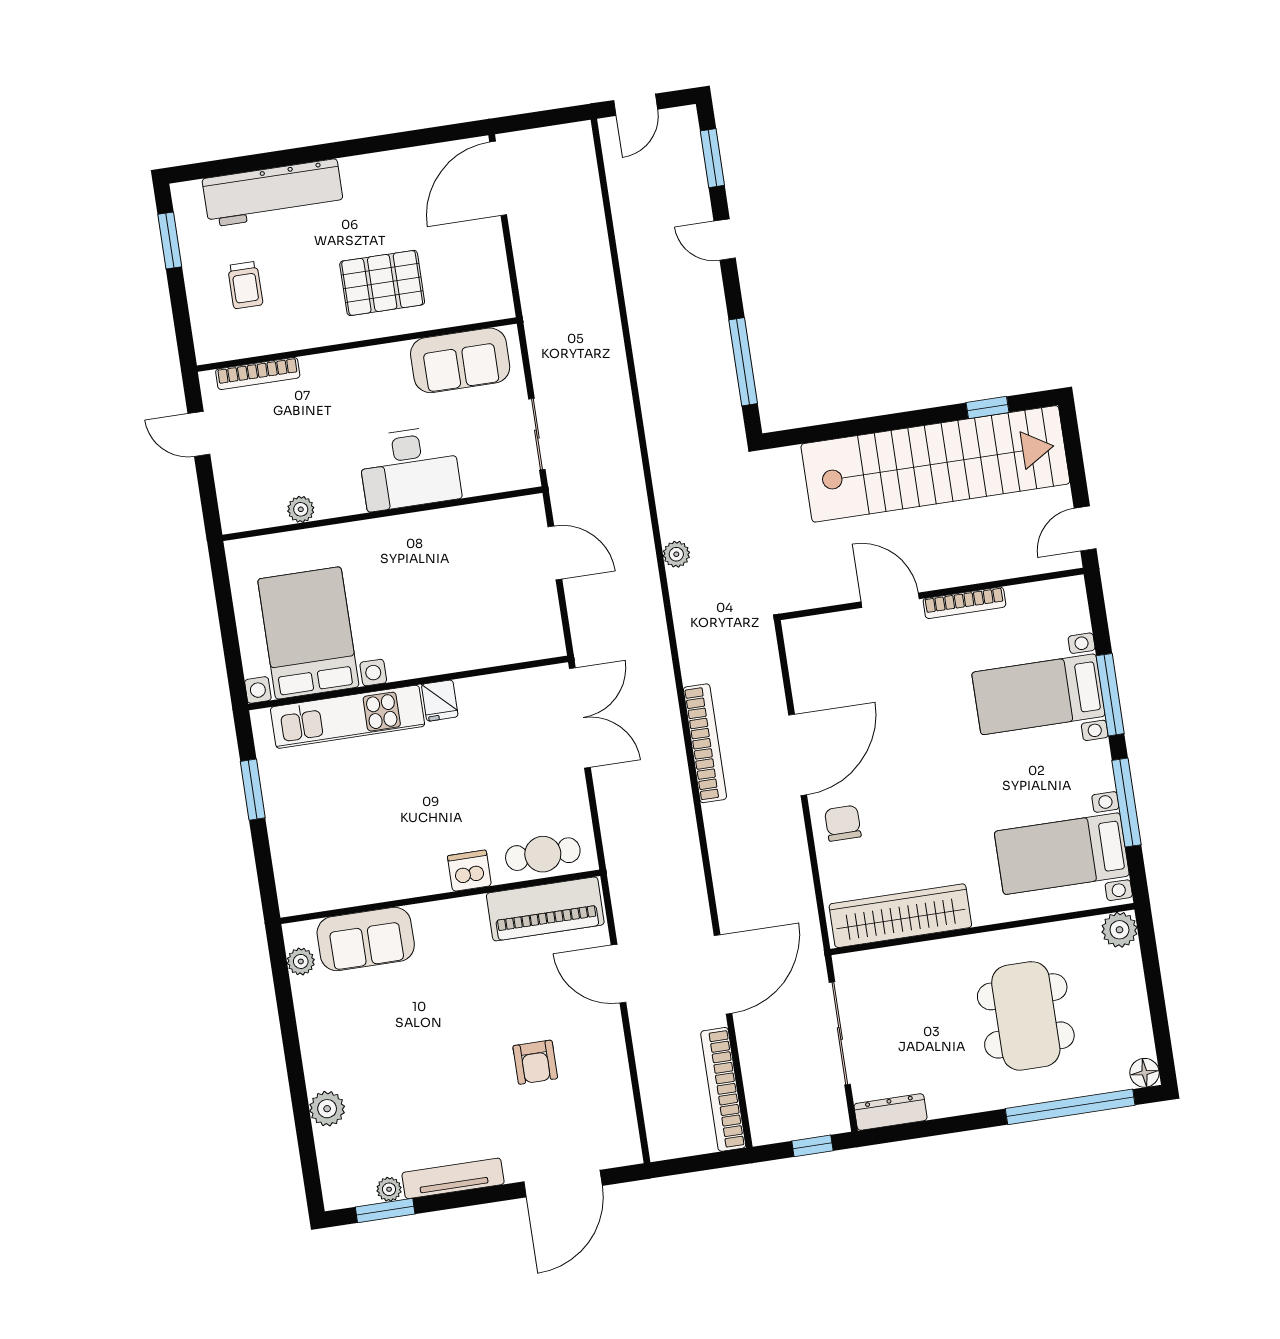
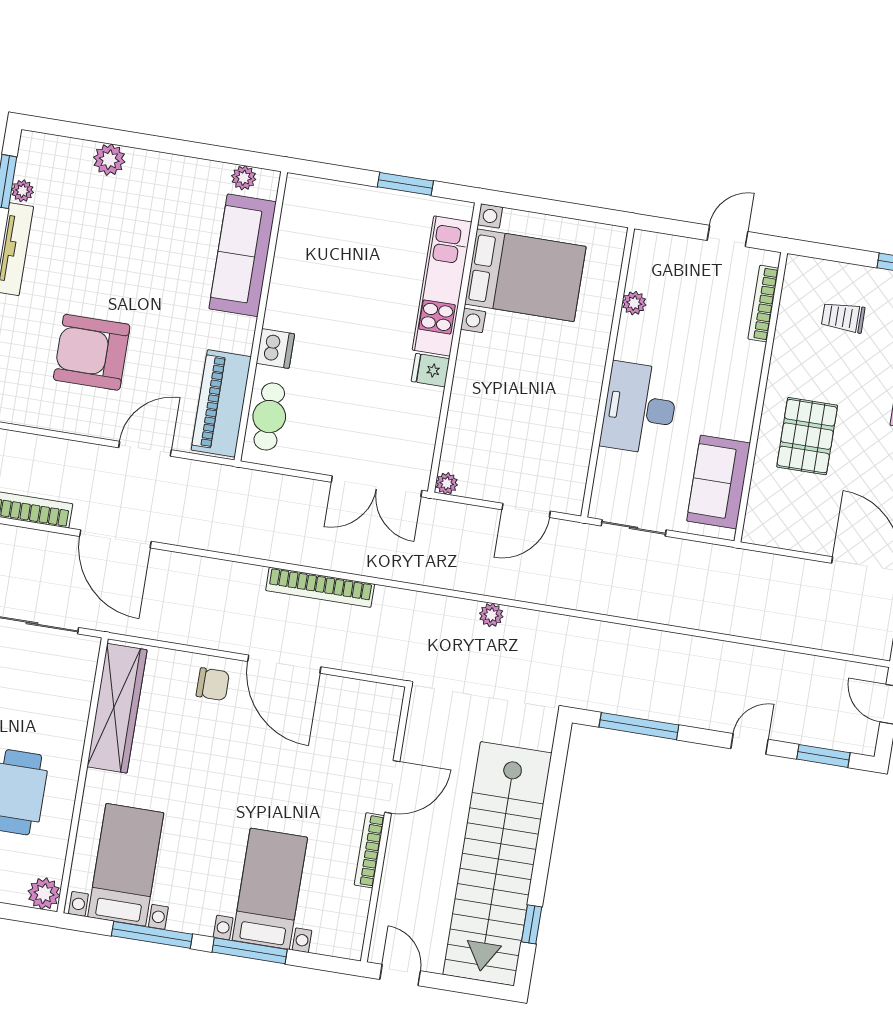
plant: (553, 645) -> (447, 483), added
sofa: (366, 939) -> (243, 255), width x1.36
armchair: (535, 1062) -> (92, 352), width x1.88, depth x1.88

